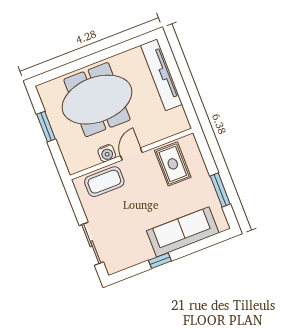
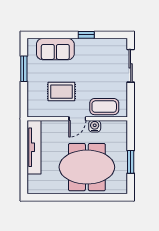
tv unit: (161, 75) -> (34, 147), moved
rug: (173, 164) -> (61, 92), moved, turned 90
sofa: (183, 232) -> (55, 49), width x0.73

